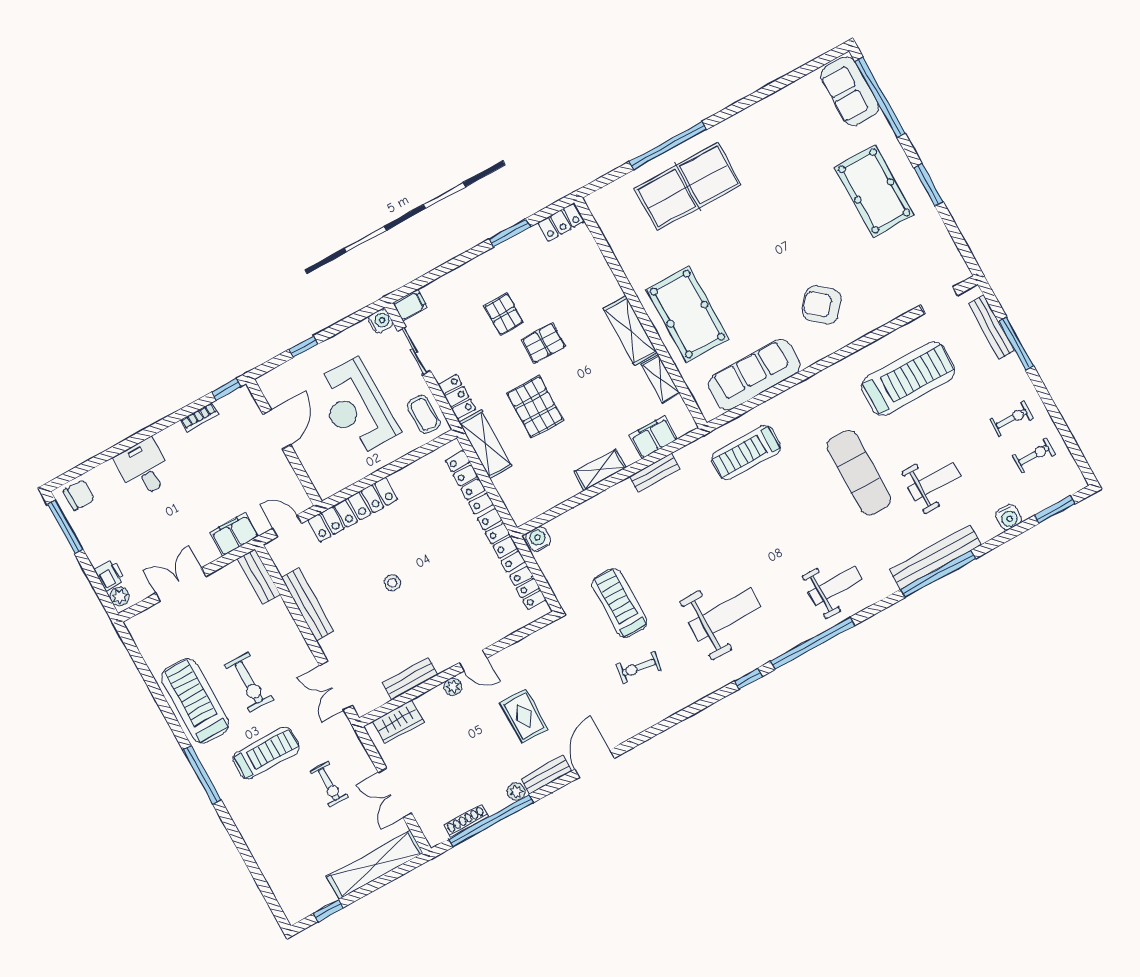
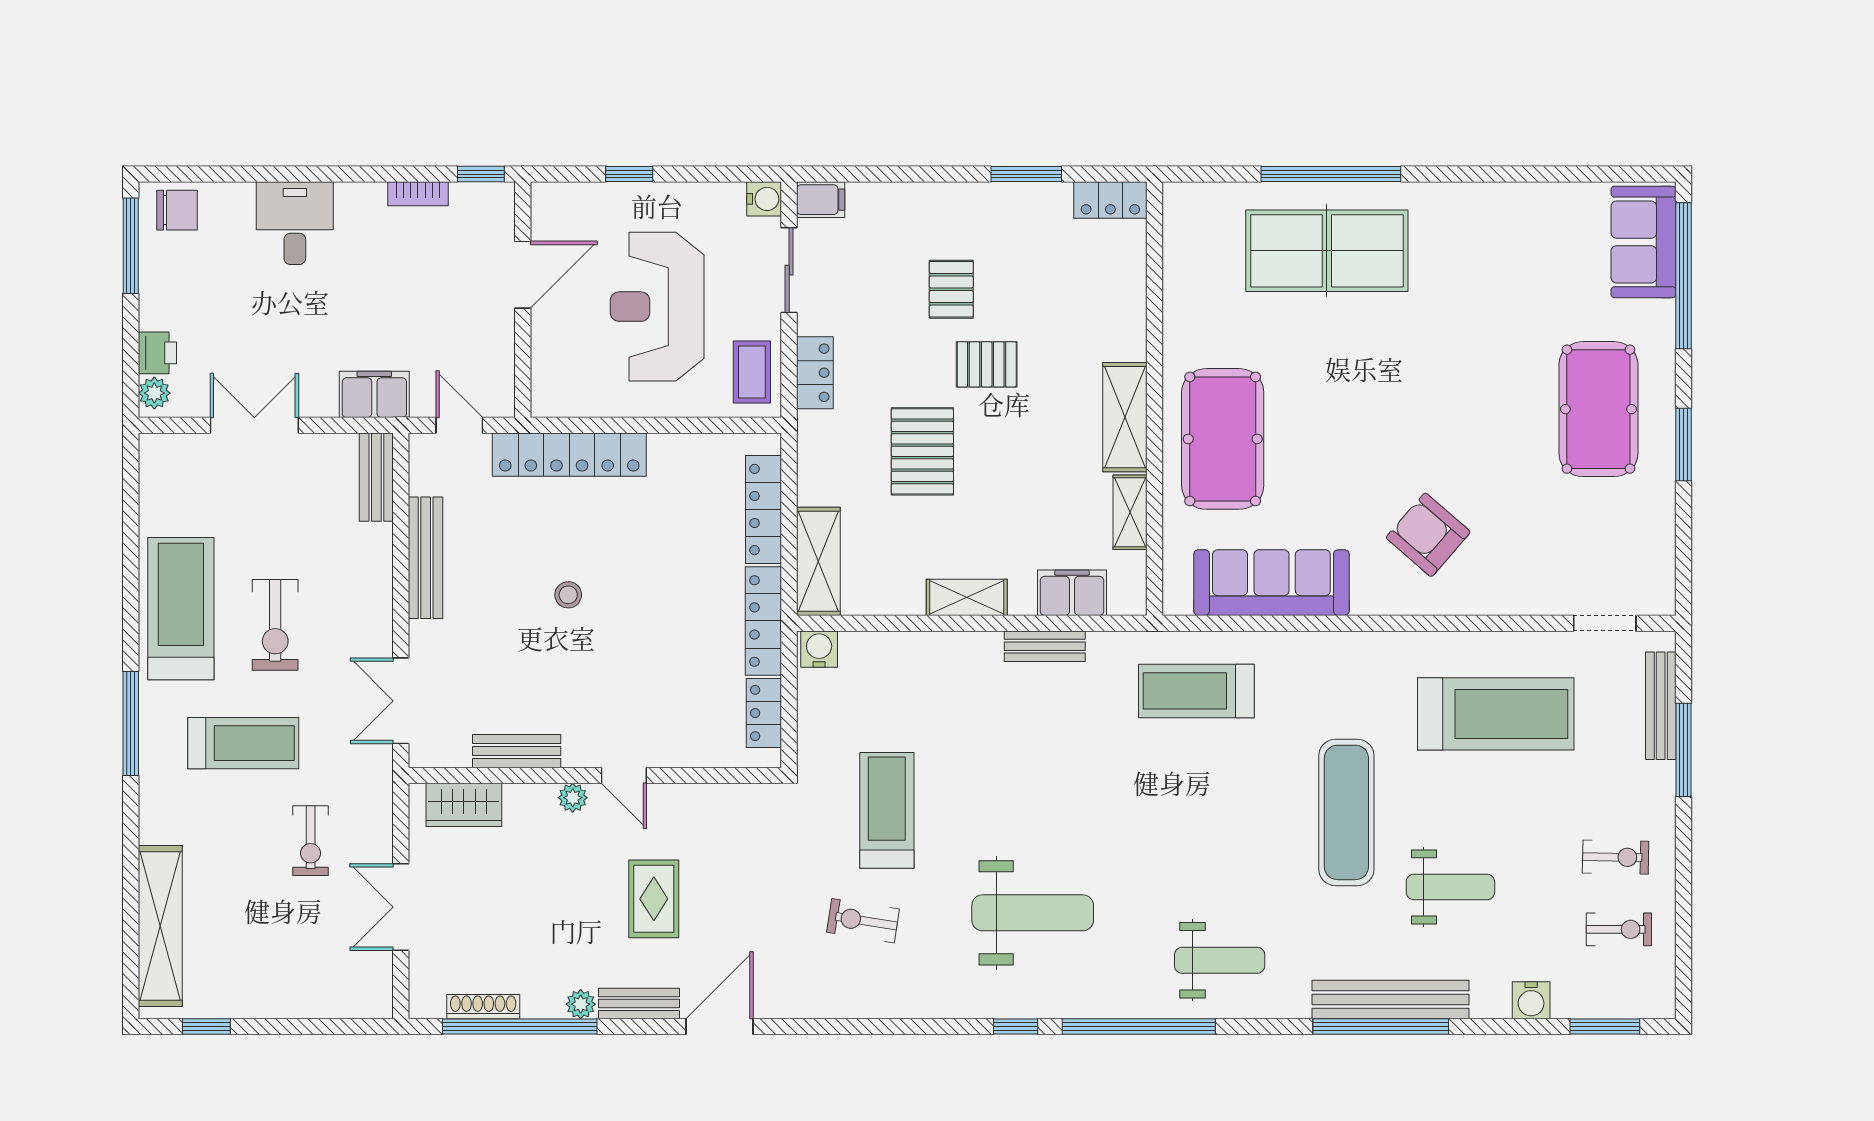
shelving: (485, 444) -> (818, 561), moved
shelving: (375, 865) -> (160, 926), moved, turned 90

